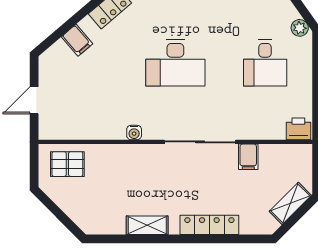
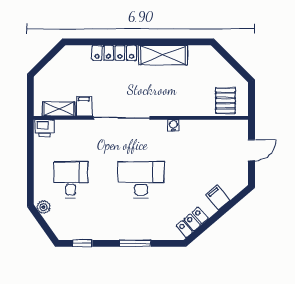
pallet: (67, 164) -> (225, 100), turned 90
shelving: (290, 203) -> (59, 109), moved, turned 45
shelving: (147, 225) -> (163, 55), width x1.50, depth x1.33

